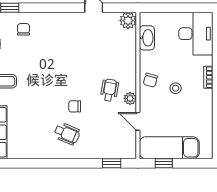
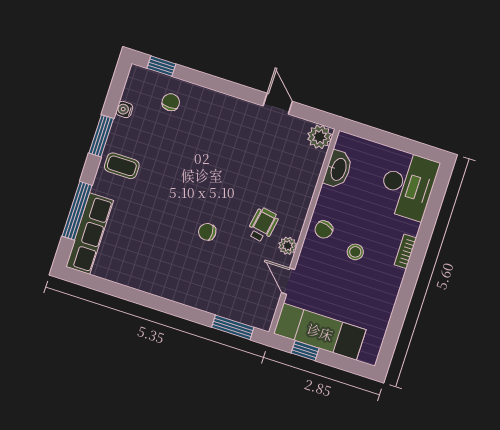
wheelchair: (67, 134) -> (184, 266), removed
window: (112, 163) -> (233, 327), width x1.50

